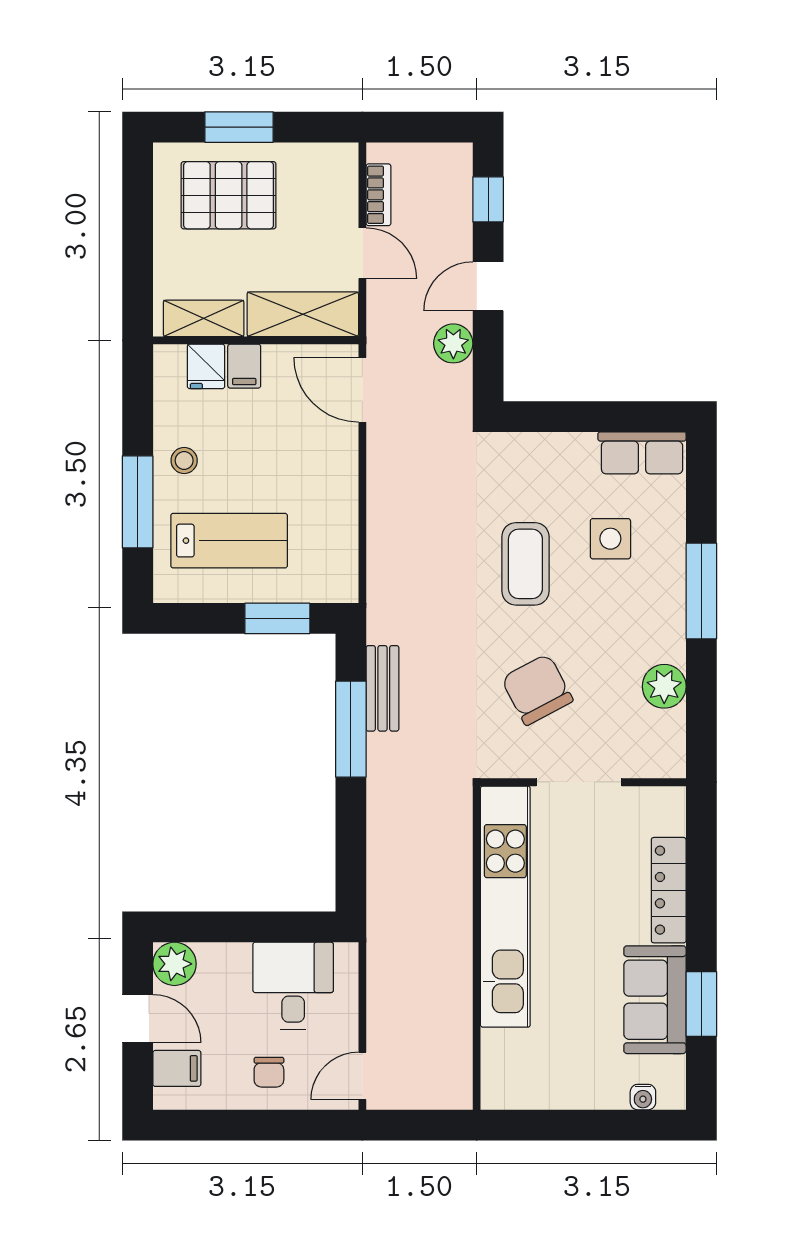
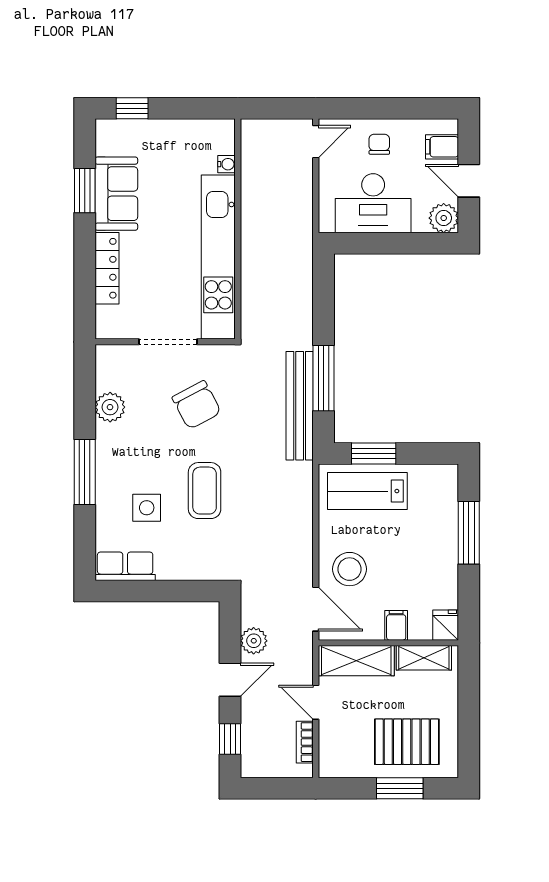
fridge: (206, 366) -> (446, 625), moved
stool: (184, 461) -> (349, 569), moved, width x1.89, depth x1.89
lab bench: (229, 541) -> (367, 491), moved
bench: (382, 688) -> (300, 406), width x1.86, depth x1.21
desk: (293, 986) -> (373, 203), width x1.37
water cooler: (643, 1097) -> (227, 164), moved, turned 90
window: (632, 1125) -> (132, 108), added

